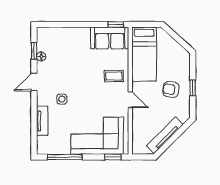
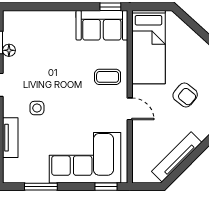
armchair: (171, 89) -> (185, 95), turned -149
window: (65, 157) -> (41, 187), width x0.69

